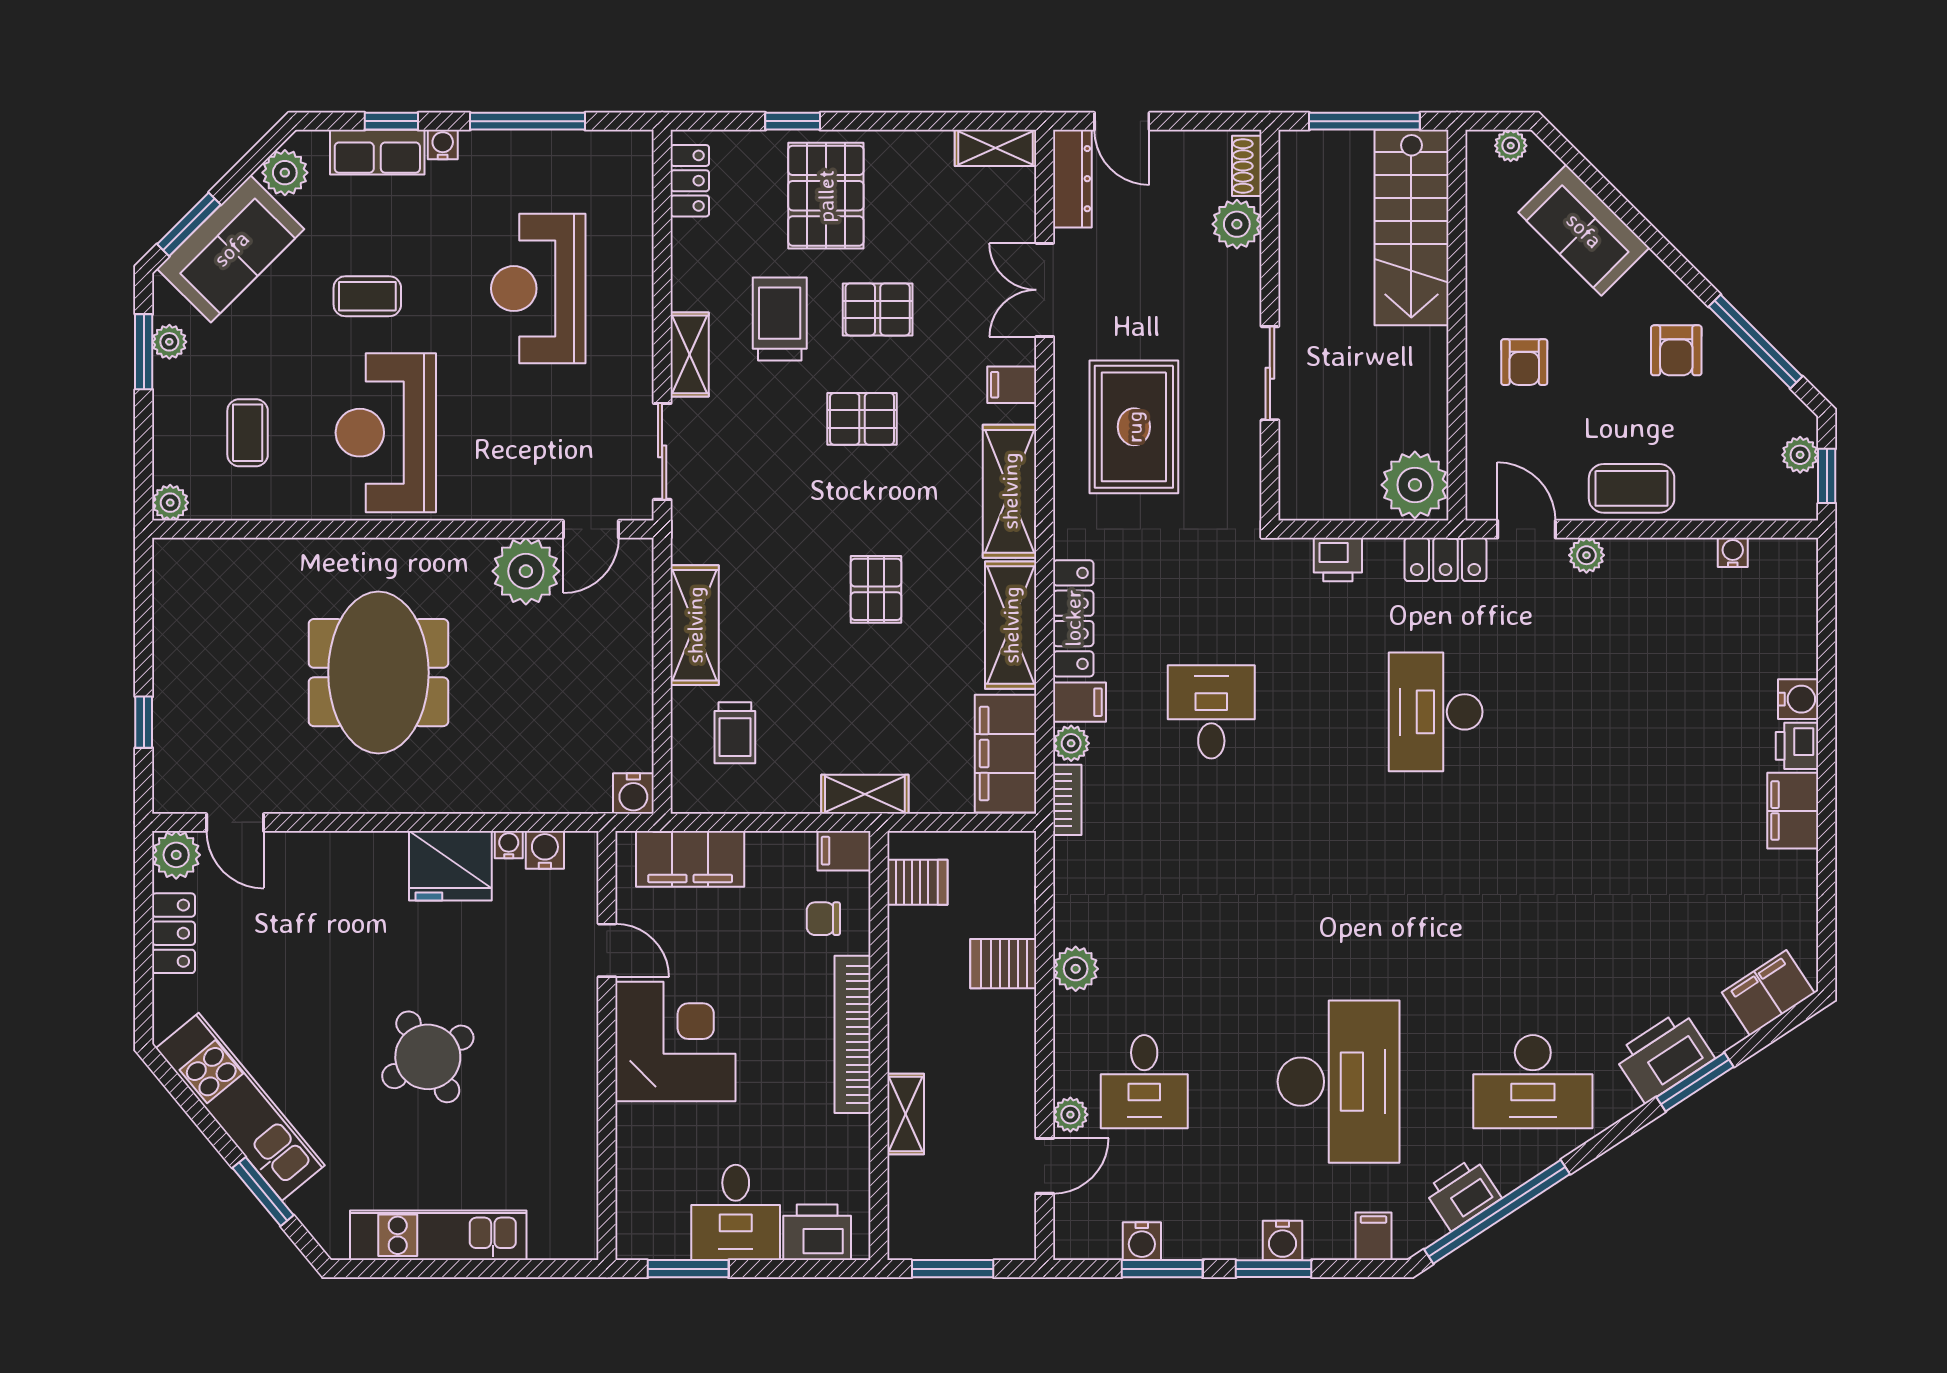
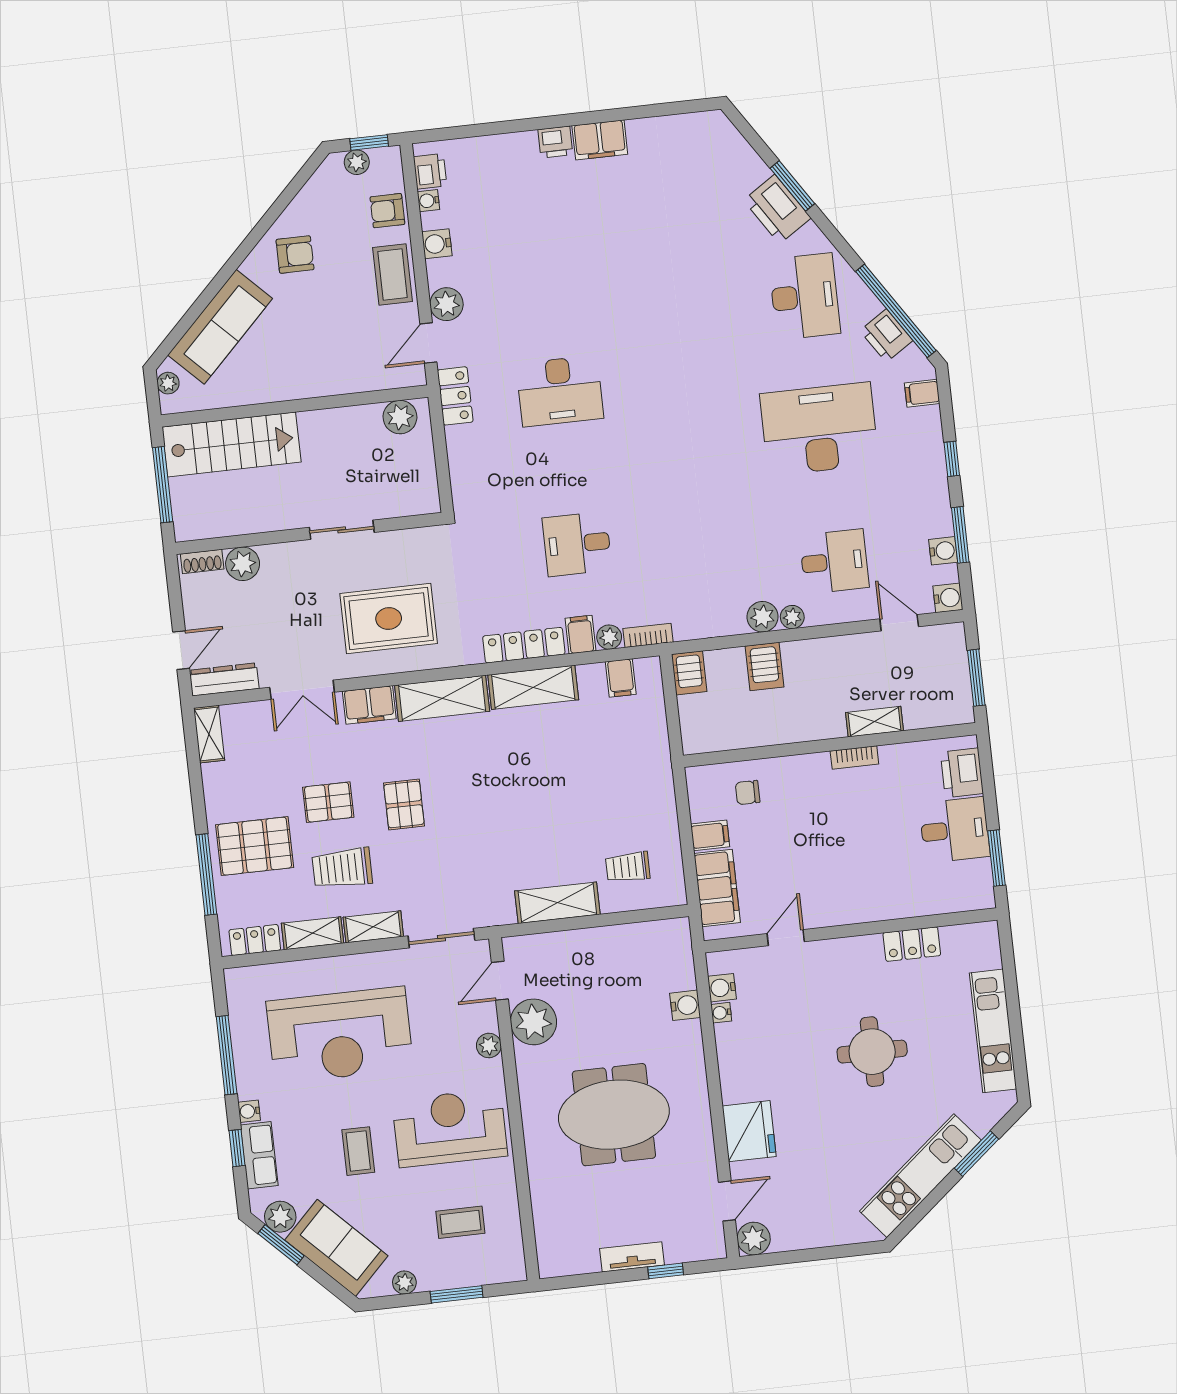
window: (793, 121) -> (206, 874), width x2.17
window: (189, 224) -> (281, 1245), moved
sofa: (1584, 230) -> (220, 327), width x1.36
reception desk: (538, 289) -> (340, 1035), width x1.36, depth x1.30
pallet: (878, 309) -> (328, 802), turned 90
window: (1756, 342) -> (283, 201), removed
window: (144, 352) -> (457, 1294), moved
armchair: (1524, 362) -> (387, 211), moved, turned 180
filing cabinet: (1012, 385) -> (369, 705), width x2.00
reception desk: (386, 433) -> (450, 1128), turned 180
plant: (1415, 485) -> (400, 417), width x0.73, depth x0.73
plant: (170, 503) -> (489, 1045), moved
door: (591, 529) -> (500, 981), swing flipped
plant: (1586, 555) -> (447, 304), width x1.38, depth x1.38
printer: (1338, 560) -> (430, 171), moved
pallet: (876, 589) -> (519, 782), removed
tv unit: (170, 676) -> (632, 1257), added
water cooler: (1798, 699) -> (437, 244), moved, turned -90
trolley: (735, 733) -> (628, 867), turned 180
filing cabinet: (1006, 754) -> (621, 678), width x0.33, depth x0.86
water cooler: (633, 794) -> (685, 1005), moved
shelving: (865, 794) -> (313, 933), moved, turned 90
filing cabinet: (844, 851) -> (710, 835), moved, turned -90
fridge: (450, 866) -> (749, 1131), moved
server rack: (917, 882) -> (689, 673), moved, turned 180
chair: (823, 919) -> (748, 793), turned 90
locker: (174, 933) -> (912, 944), moved, turned 180
filing cabinet: (1768, 993) -> (726, 143), removed
bookcase: (853, 1034) -> (854, 757), width x0.43, depth x0.76
corner desk: (675, 1042) -> (843, 884), removed
round table: (428, 1057) -> (872, 1052), turned 30
plant: (1070, 1115) -> (792, 617), moved
water cooler: (1282, 1240) -> (948, 598), moved
window: (1274, 1269) -> (952, 459), width x0.67

